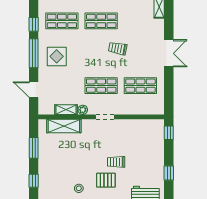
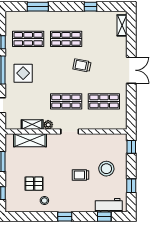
stool: (143, 155) -> (106, 169), added
pallet: (106, 180) -> (34, 184), moved

